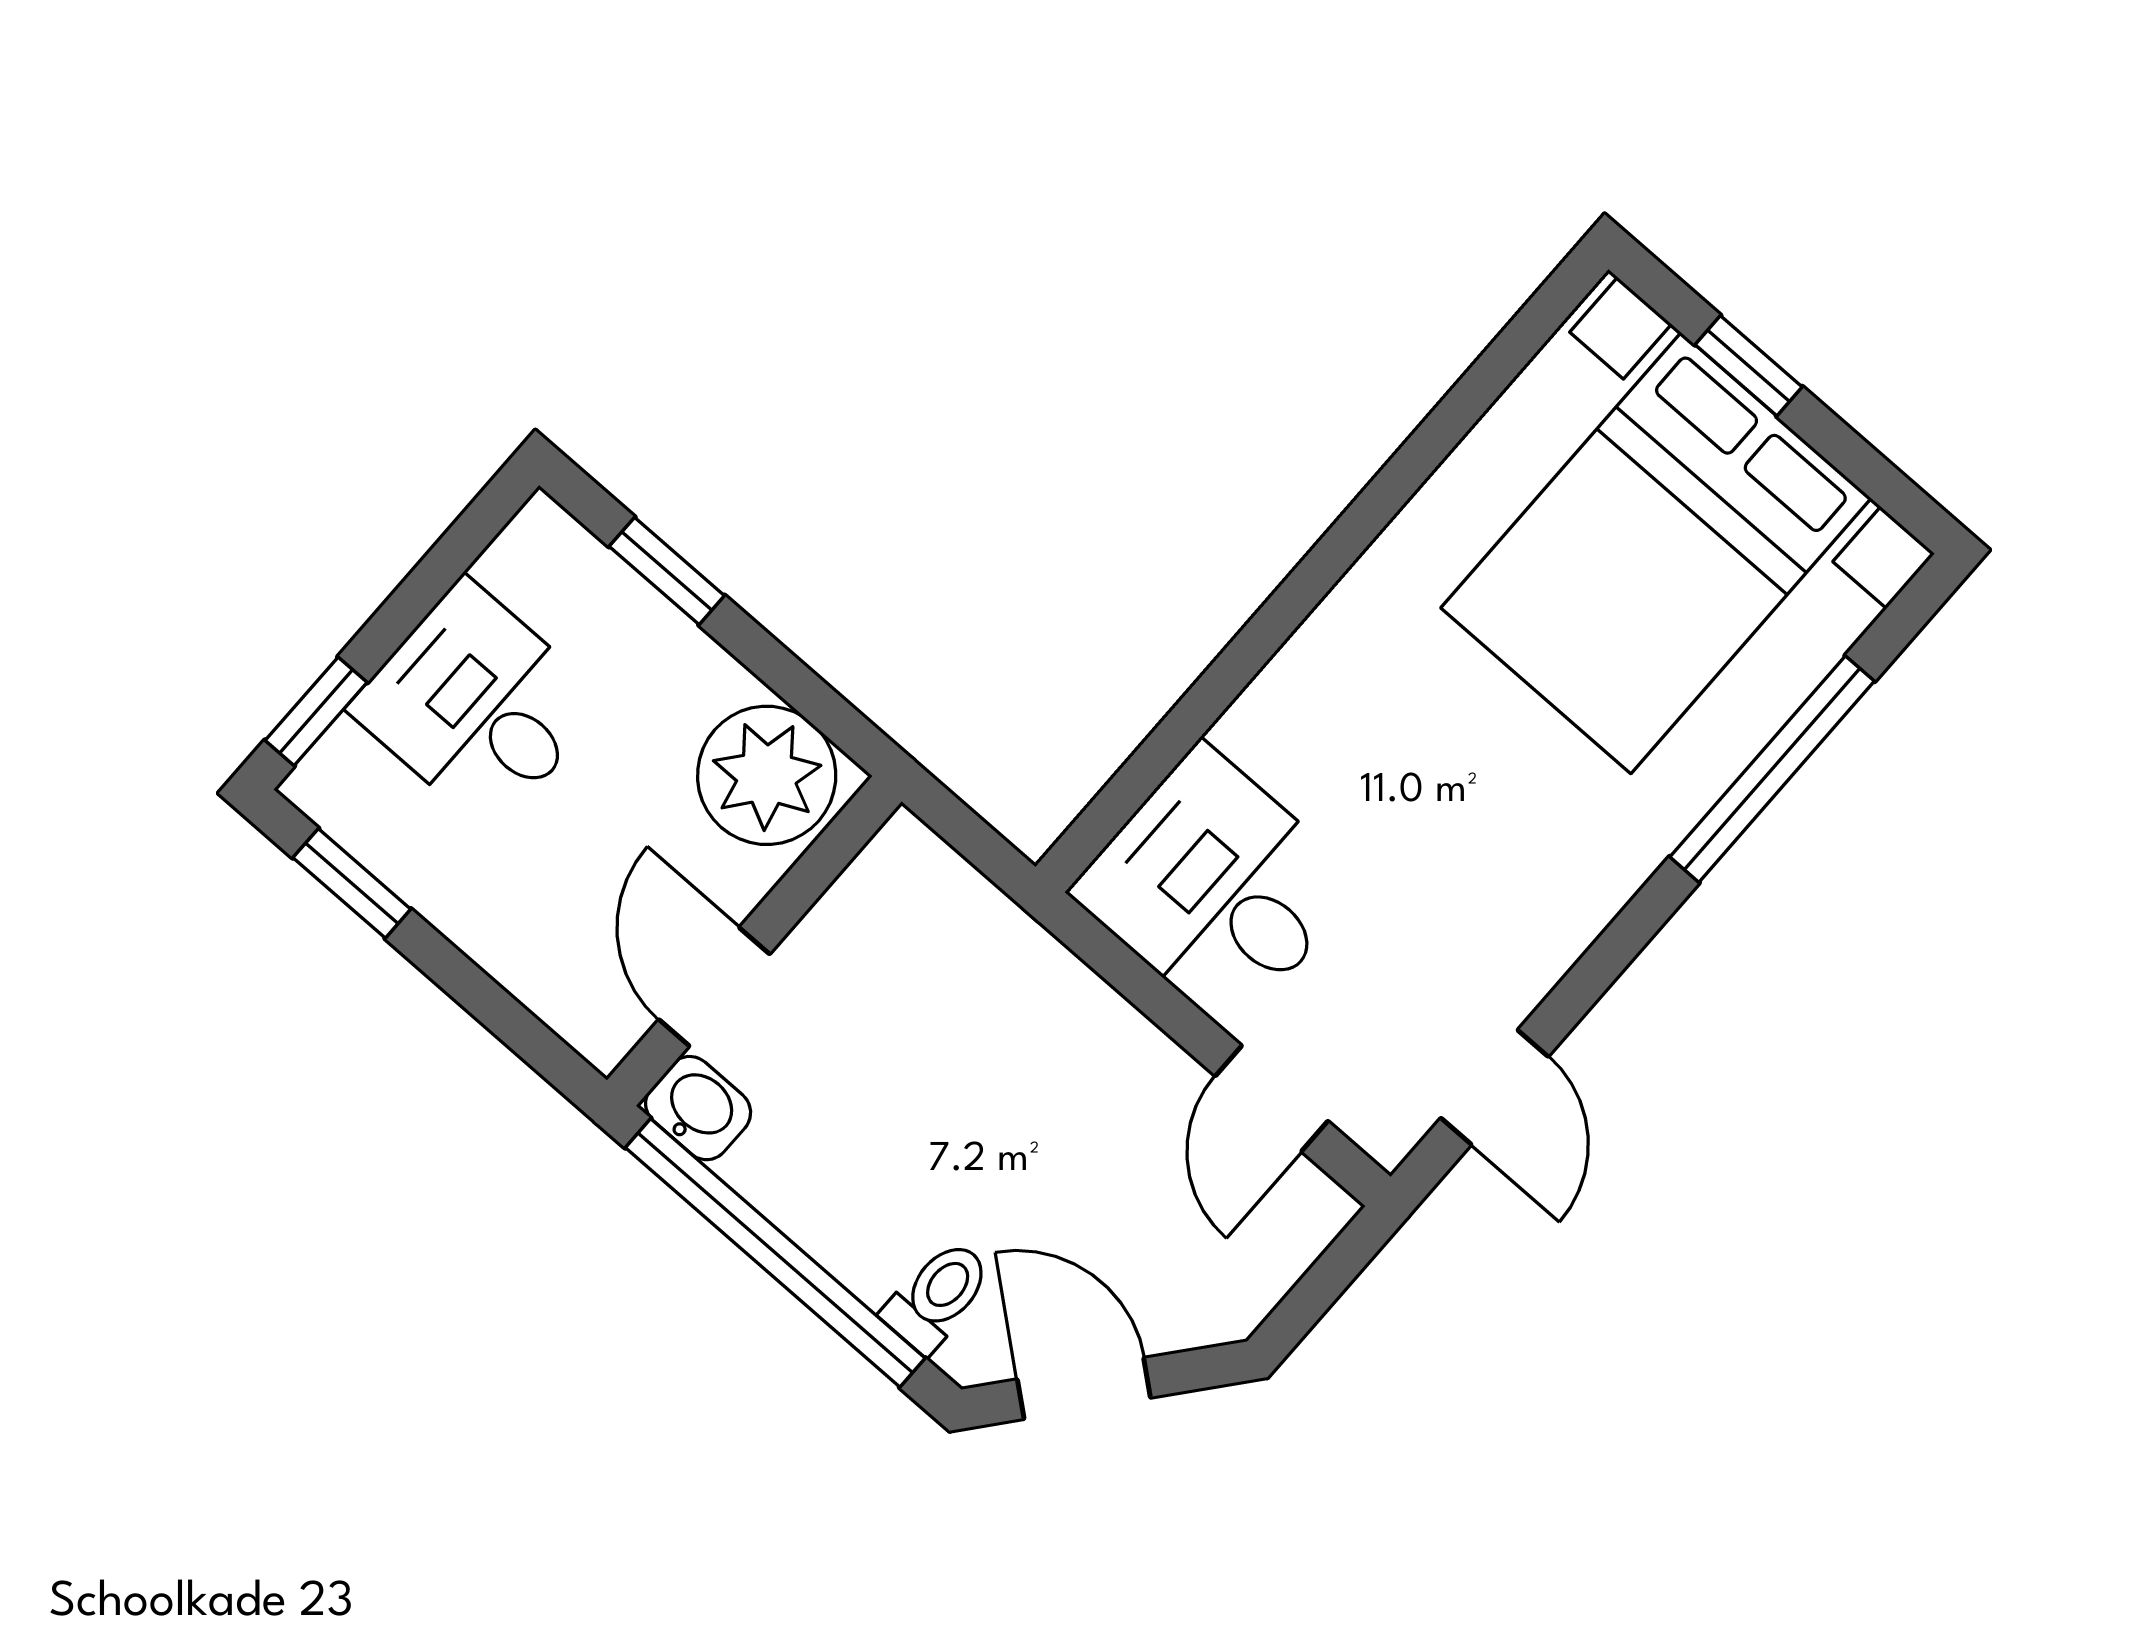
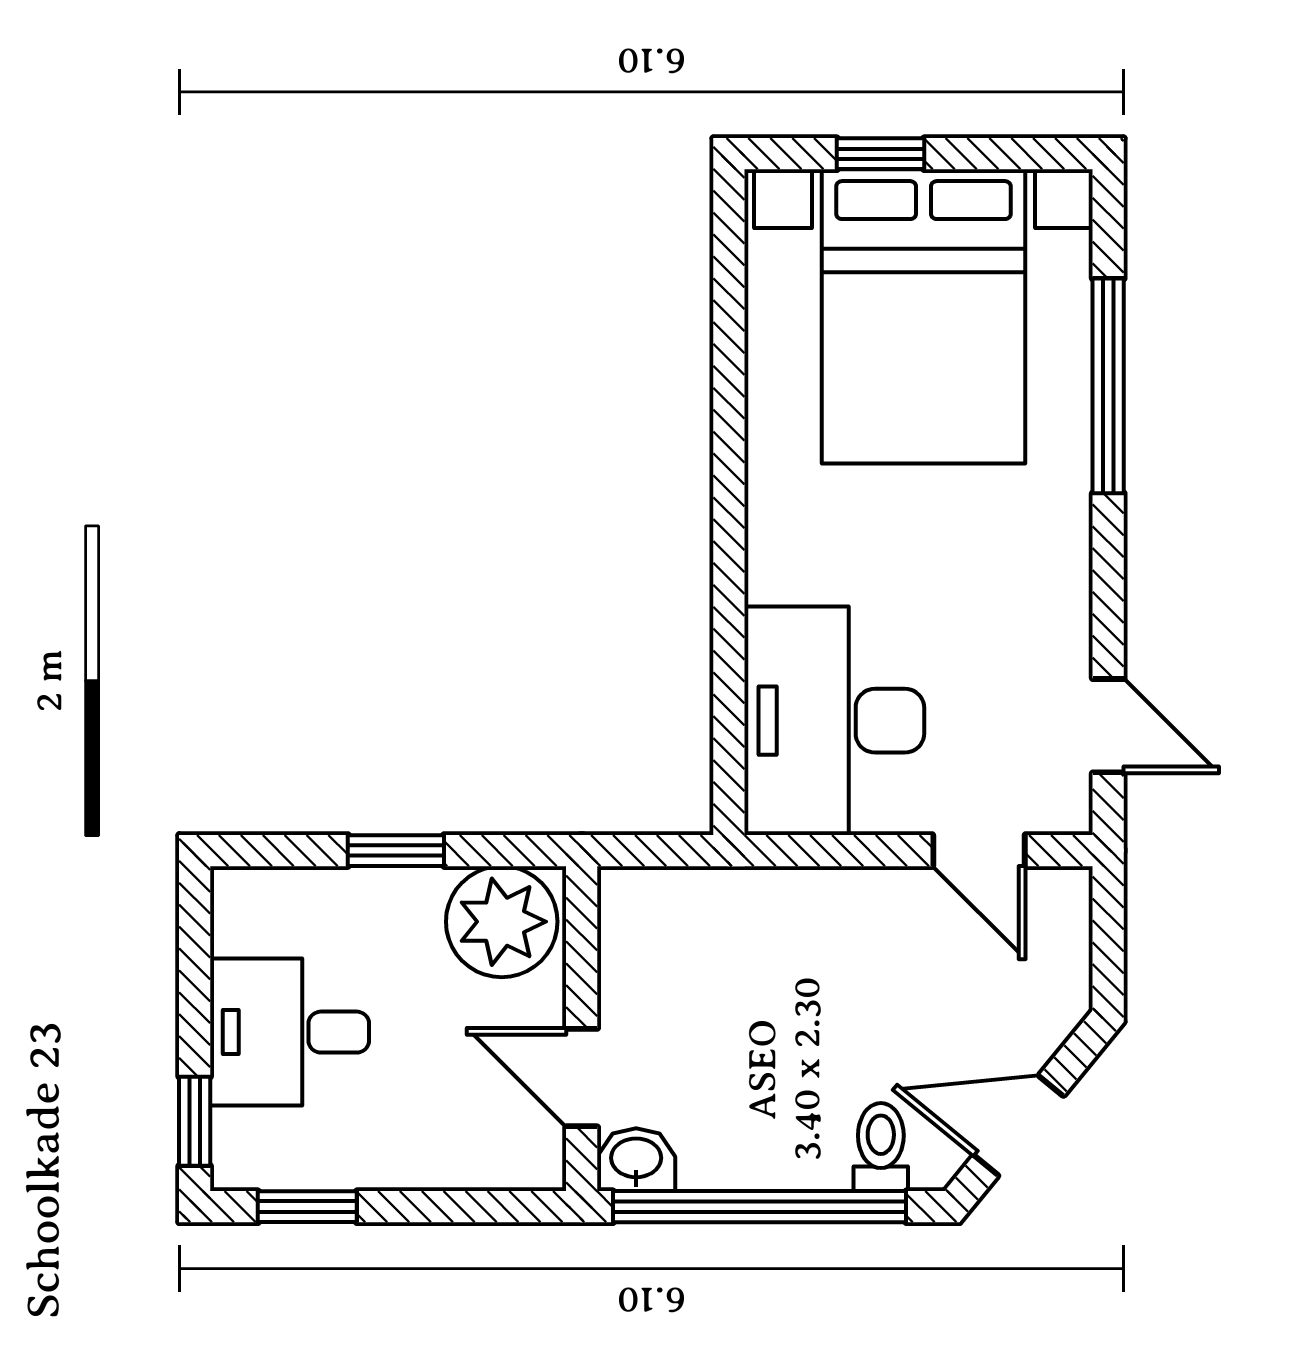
window: (667, 571) -> (396, 851), moved
desk: (1217, 888) -> (834, 721), width x1.37

